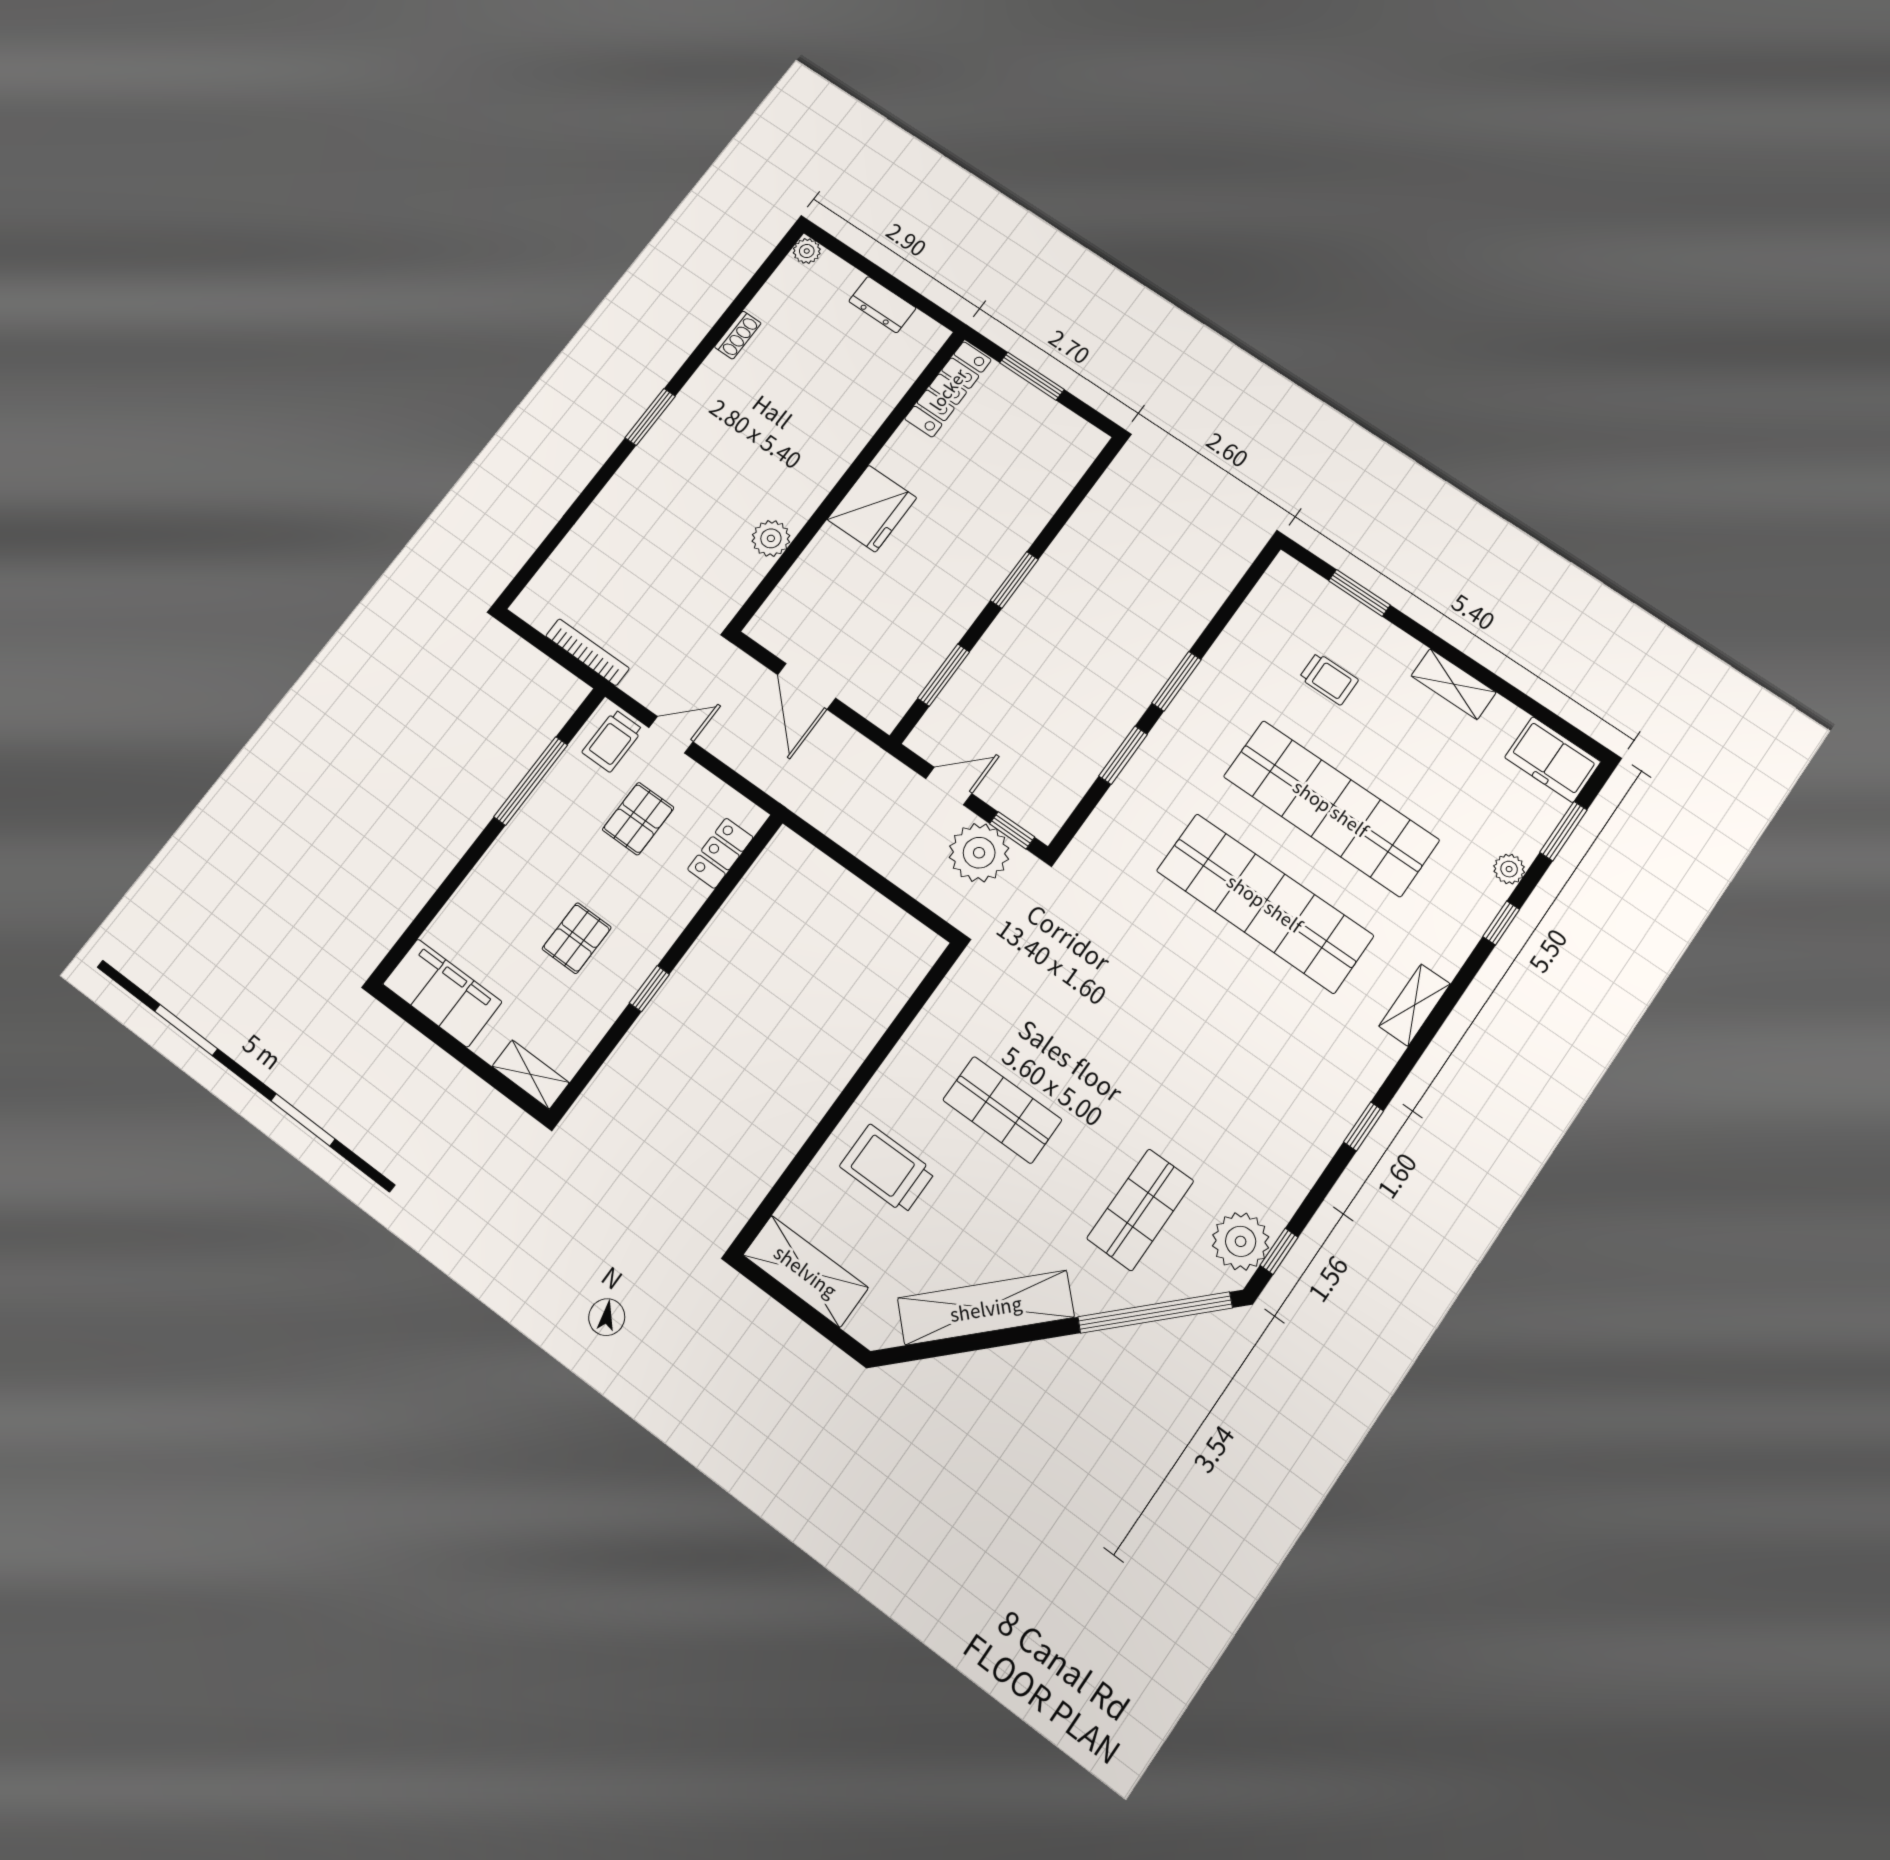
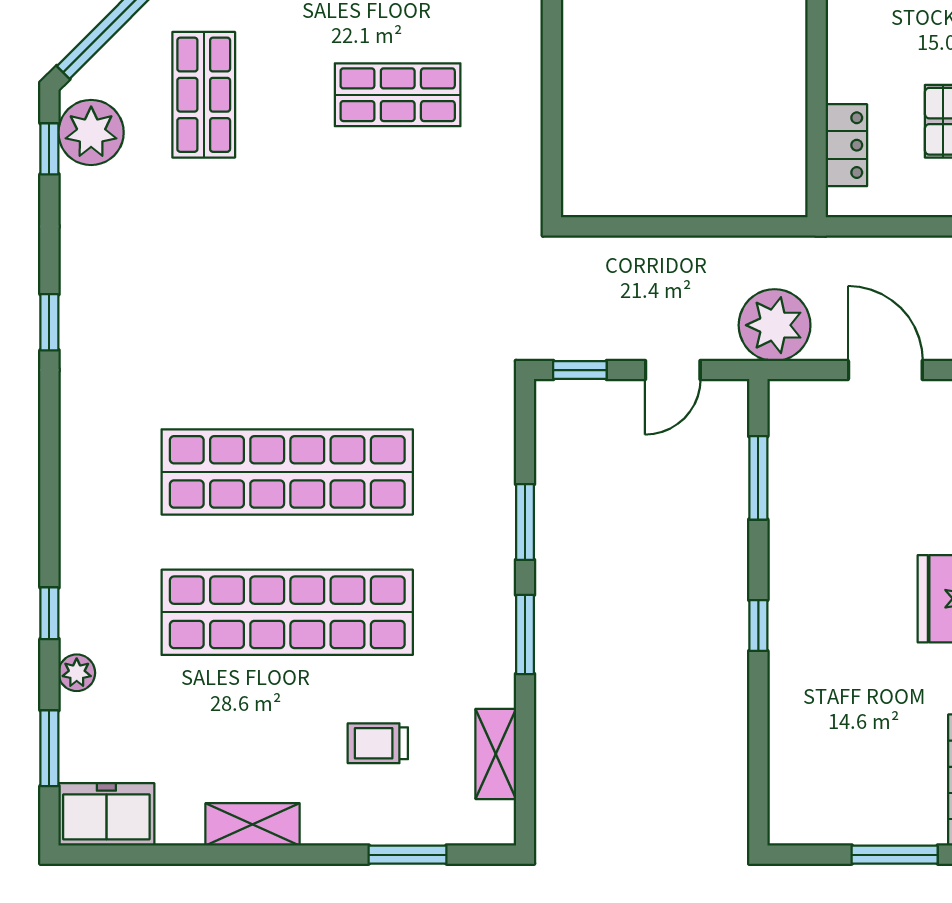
window: (1014, 580) -> (758, 625), width x0.67
plant: (979, 853) -> (775, 325), moved
shelving: (1415, 1005) -> (496, 754), moved

